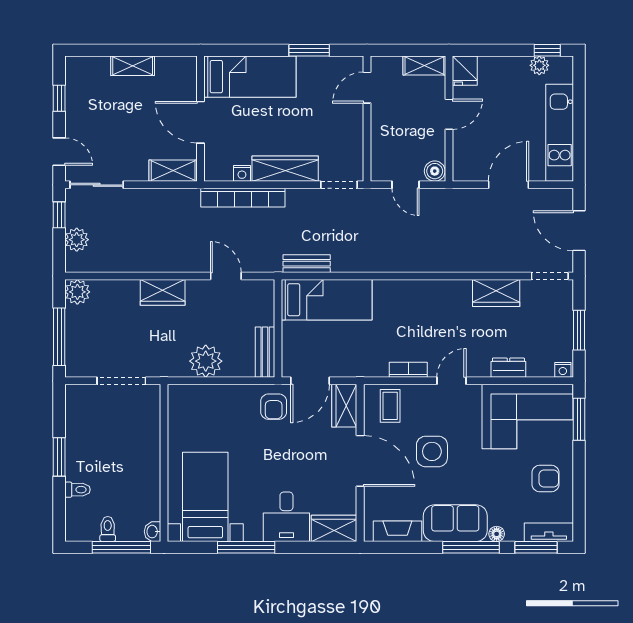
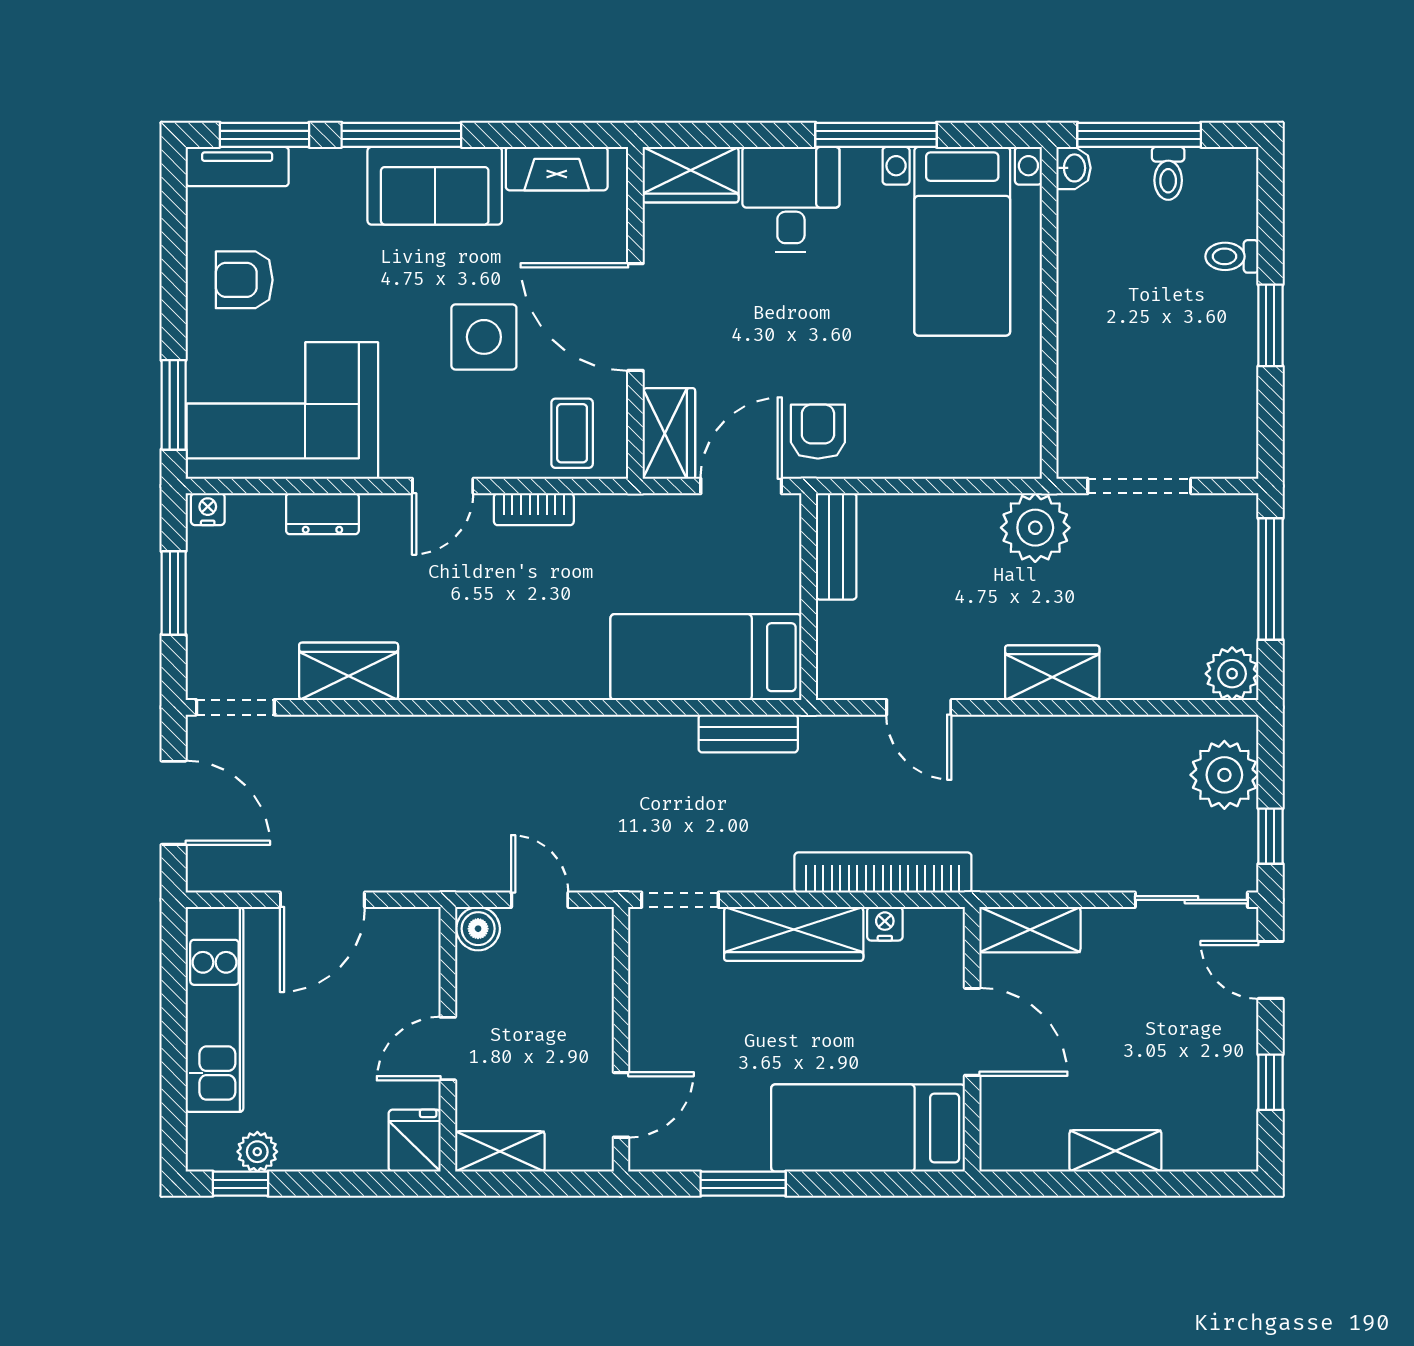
plant: (77, 240) -> (1224, 775), width x1.36, depth x1.36
plant: (206, 361) -> (1035, 528), moved
floor lamp: (497, 534) -> (347, 163), removed

